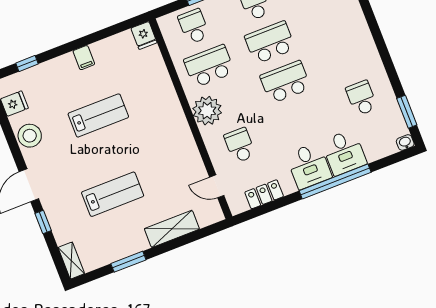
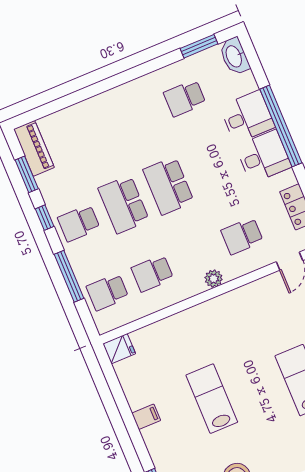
school desk: (209, 66) -> (152, 273), width x0.54
plant: (207, 111) -> (214, 279), width x0.53, depth x0.53
washbasin: (405, 142) -> (234, 56), width x1.91, depth x1.45

